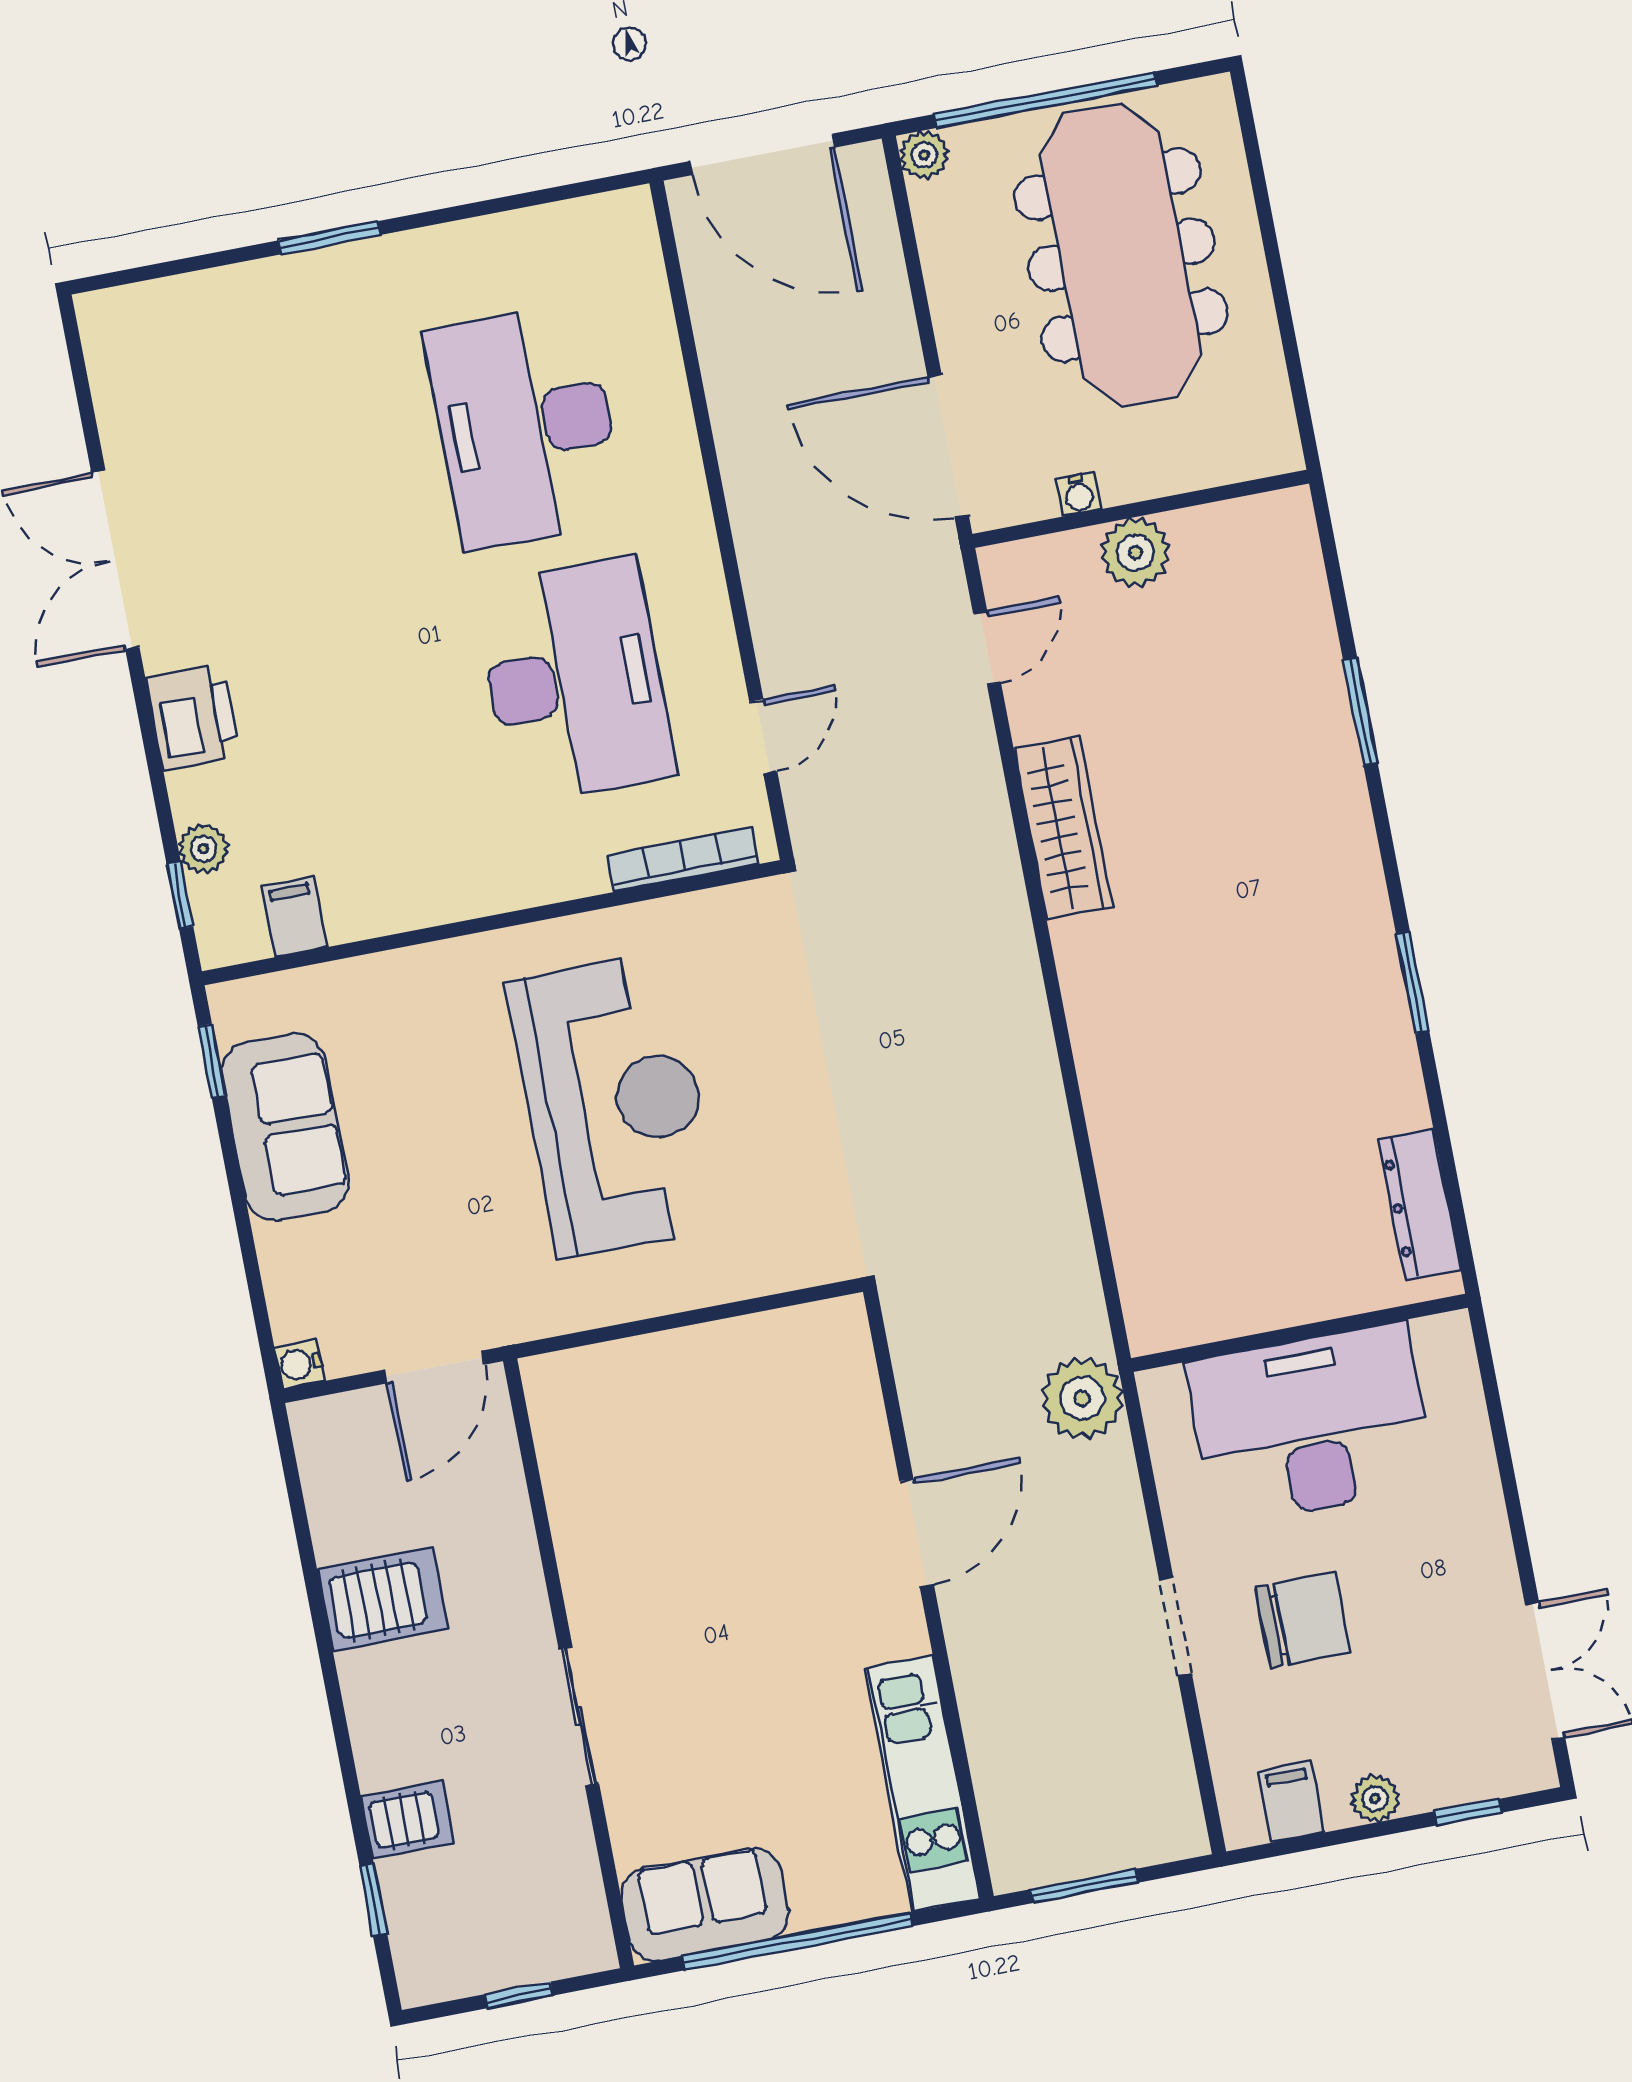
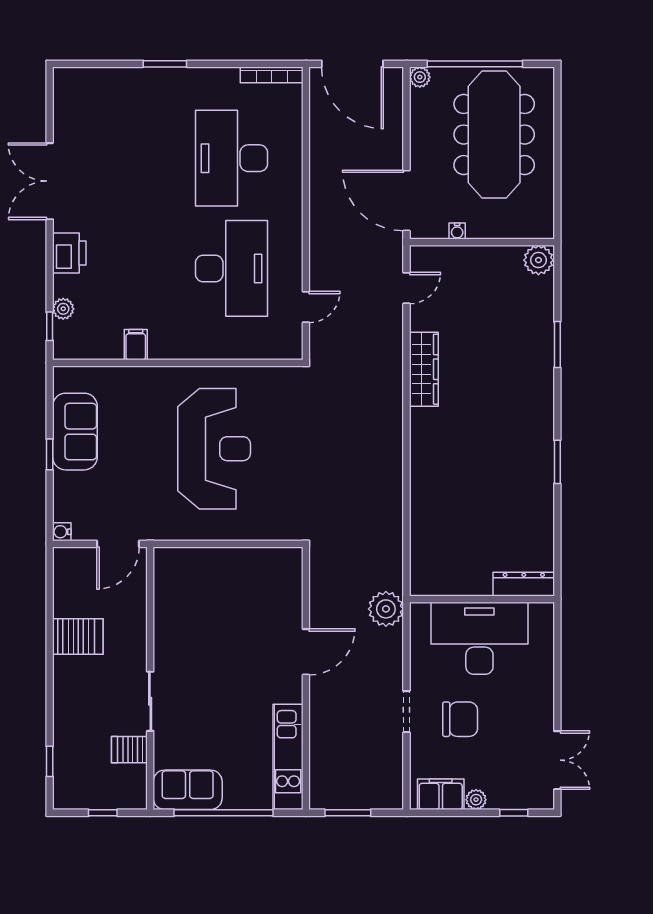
plant: (1135, 552) -> (538, 260), moved
bookcase: (683, 859) -> (272, 75), moved, turned 180
filing cabinet: (294, 917) -> (136, 345), moved
window: (212, 1061) -> (50, 454), moved
dresser: (1419, 1204) -> (524, 584), moved, turned 90
filing cabinet: (1291, 1802) -> (441, 794), width x2.00
server rack: (408, 1819) -> (129, 750), moved, turned 180

